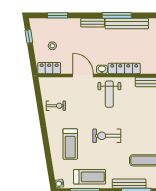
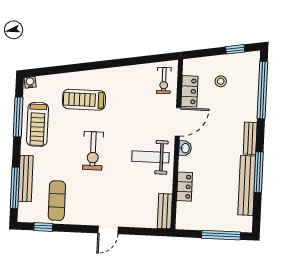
window: (57, 15) -> (262, 90), width x2.11
locker: (49, 68) -> (189, 91), moved
locker: (124, 68) -> (185, 187), width x0.66
exercise bike: (56, 106) -> (164, 81), moved
exercise bike: (107, 136) -> (93, 151), turned 180

